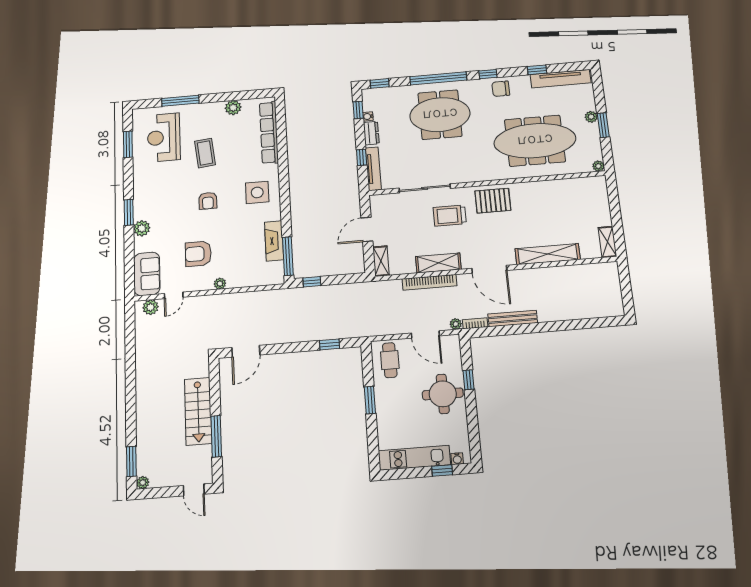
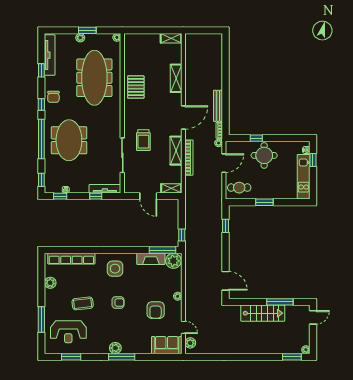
dresser: (371, 133) -> (78, 188), removed
pallet: (493, 201) -> (136, 87), moved
window: (129, 212) -> (122, 357), width x1.44
plant: (142, 228) -> (115, 348), moved
shelving: (548, 254) -> (176, 78), width x0.68
plant: (273, 273) -> (173, 261), added

